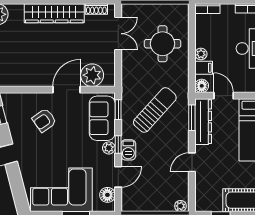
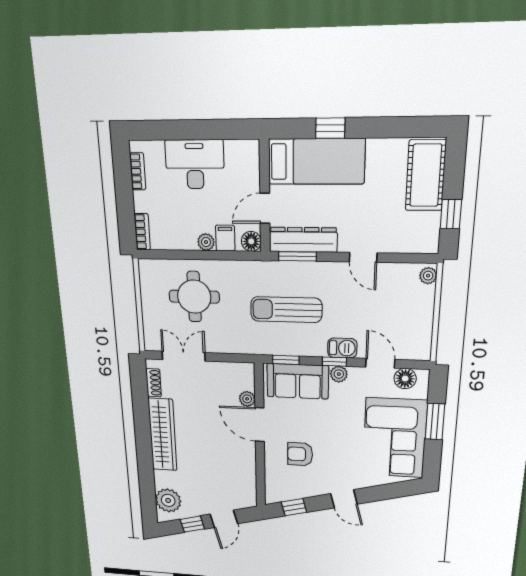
plant: (92, 75) -> (247, 399), width x0.53, depth x0.53
sun lounger: (155, 110) -> (286, 310), turned -42
armchair: (44, 120) -> (300, 454), turned 125

